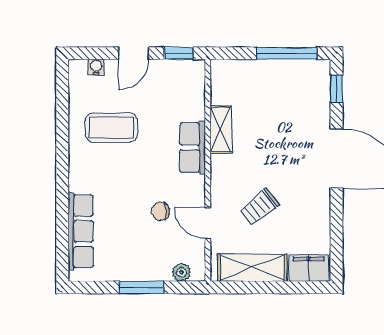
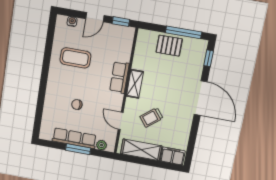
pallet: (267, 79) -> (169, 46), added
shelving: (221, 129) -> (135, 84), moved
chair: (161, 211) -> (77, 105), moved
row of seats: (81, 231) -> (74, 138), moved, turned -90

